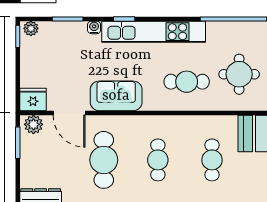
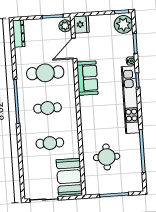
plant: (31, 28) -> (123, 24), width x1.87, depth x1.87
cafe table: (187, 82) -> (99, 123), removed

